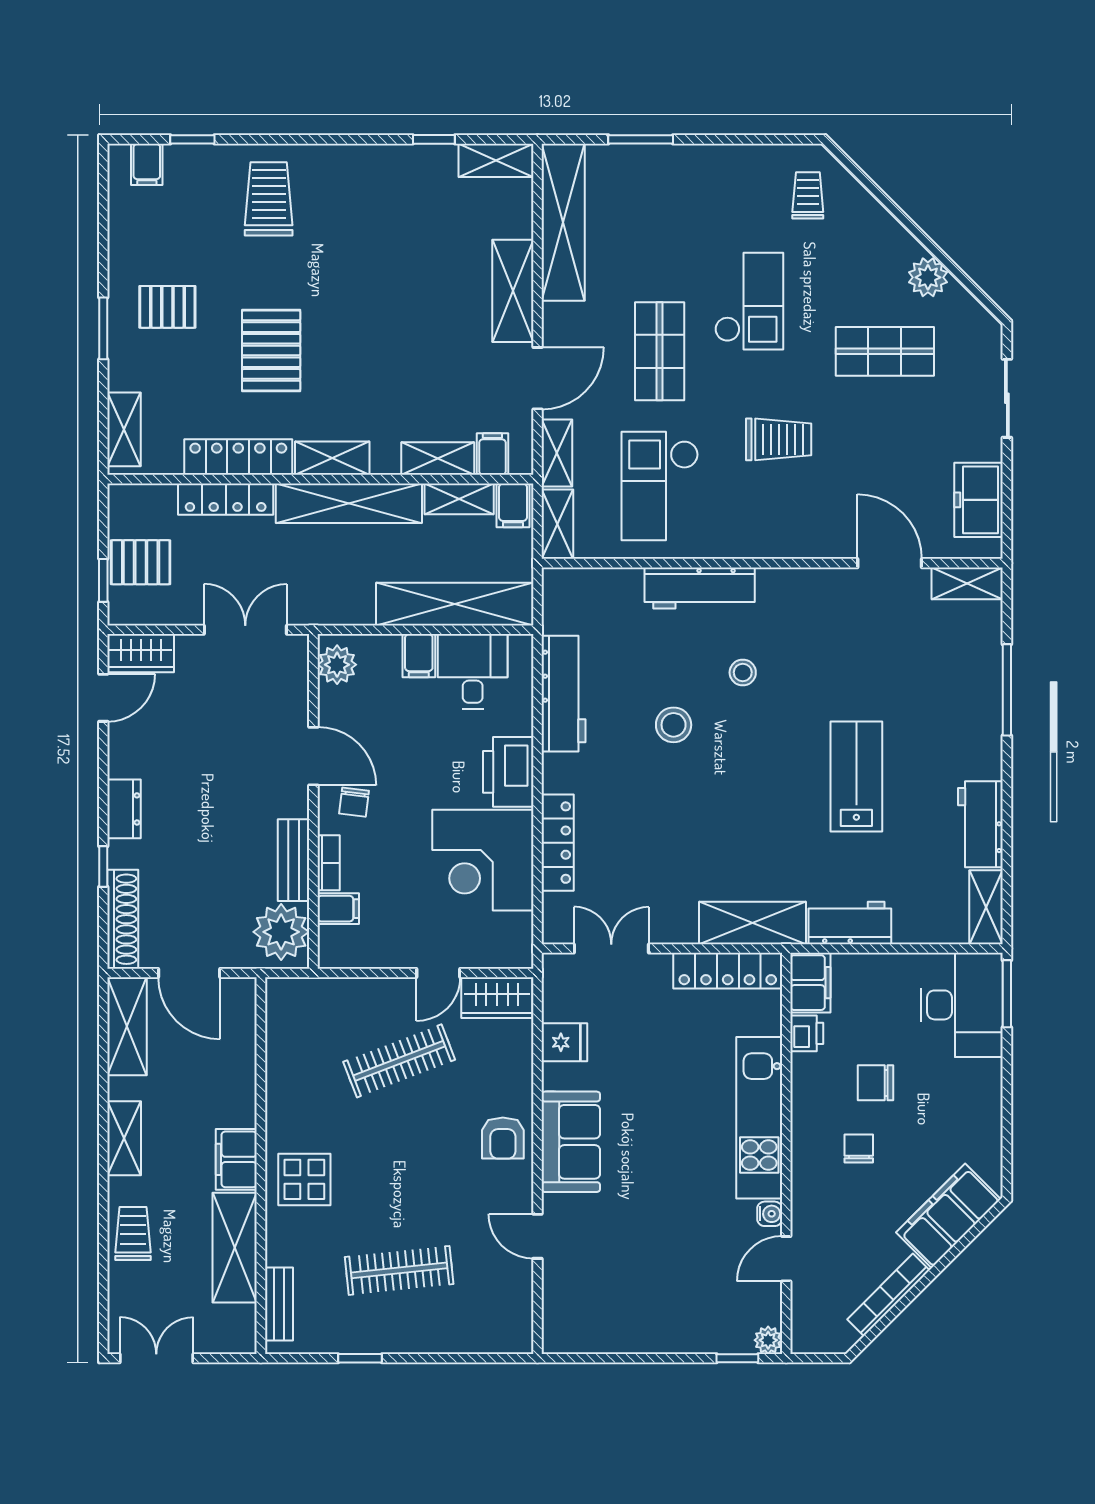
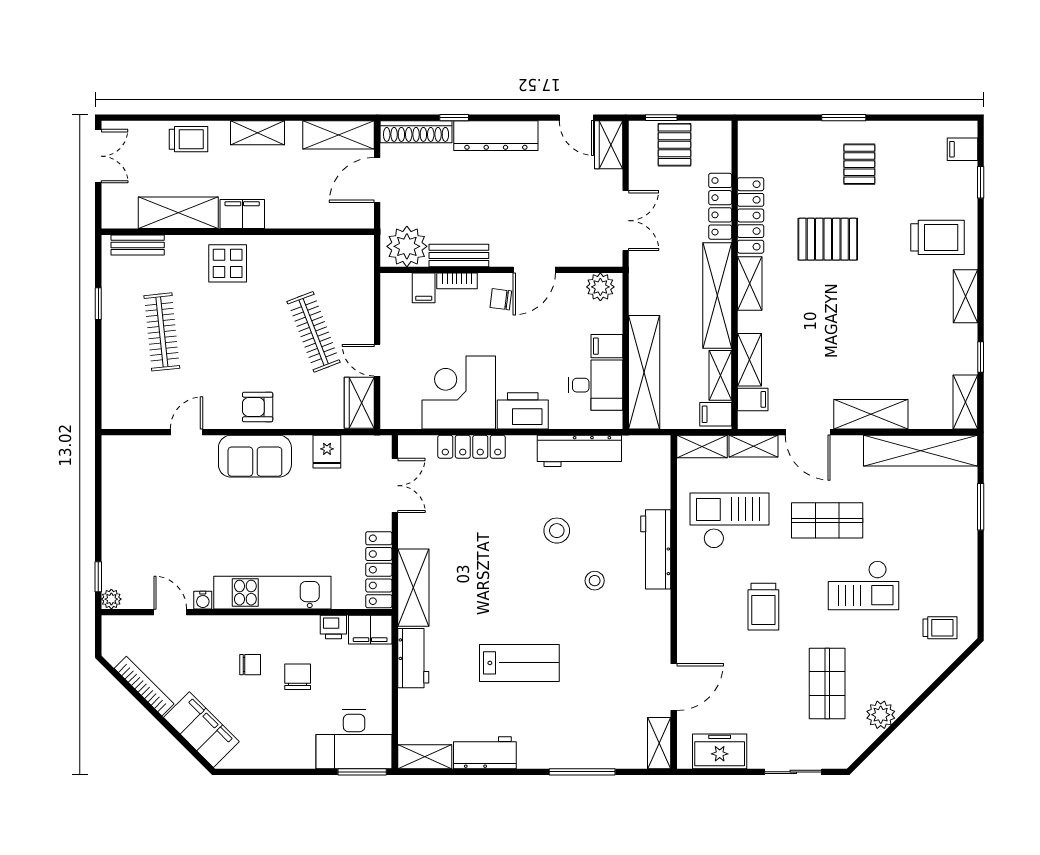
shelving: (124, 429) -> (966, 296), moved, turned 90
dresser: (124, 809) -> (496, 136), width x1.96, depth x1.24

